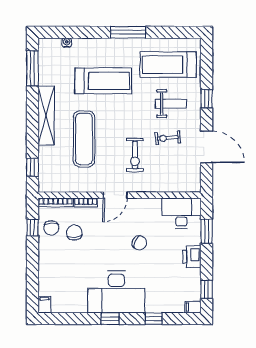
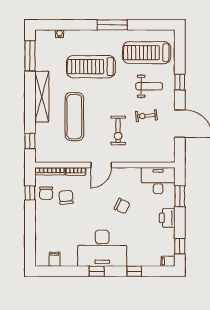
treadmill: (103, 81) -> (91, 67), turned 180
filing cabinet: (44, 305) -> (55, 259), moved

